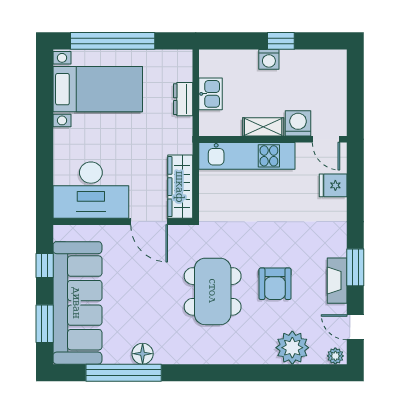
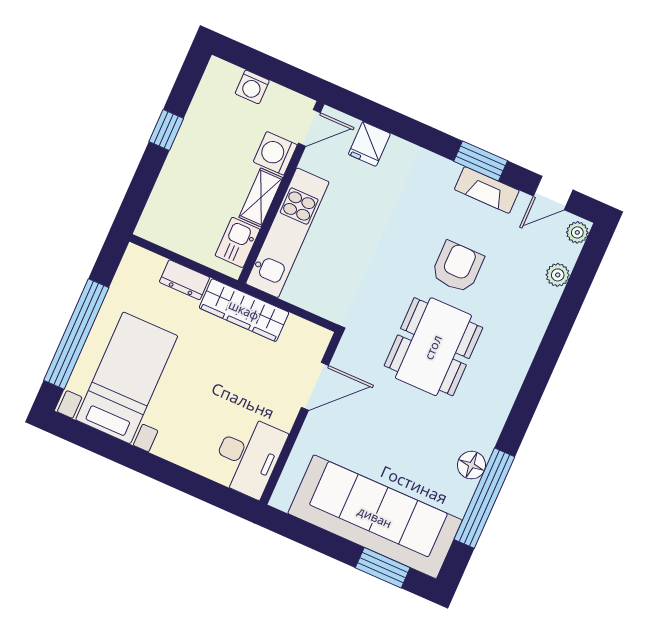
washing machine: (269, 59) -> (252, 87), moved, turned 90
kitchen sink: (211, 94) -> (237, 242), moved, turned -90
wardrobe: (180, 187) -> (244, 310), moved
desk: (91, 190) -> (248, 456), width x0.73, depth x0.77
window: (45, 266) -> (312, 537), removed
armchair: (275, 284) -> (457, 267), turned -90
dining table: (213, 291) -> (433, 347), turned 90
plant: (292, 348) -> (558, 275), width x0.53, depth x0.53

